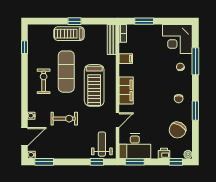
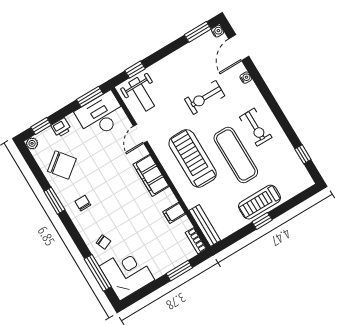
treadmill: (69, 34) -> (260, 202), turned 180
window: (195, 61) -> (98, 273), moved
chair: (177, 130) -> (62, 165), turned 113

